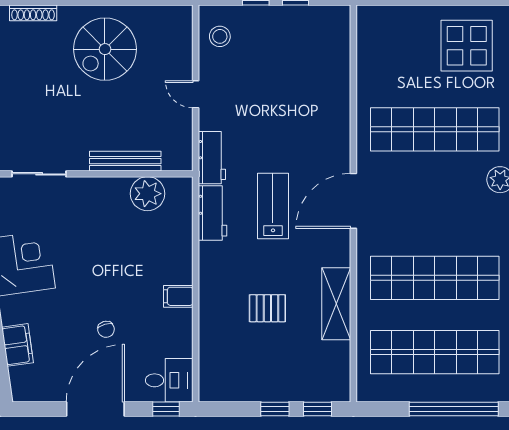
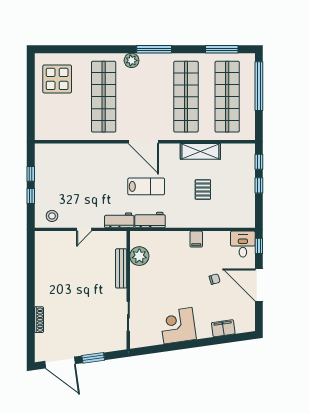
spiral stairs: (105, 49) -> (59, 280), removed
lab bench: (273, 206) -> (146, 186), turned 180

